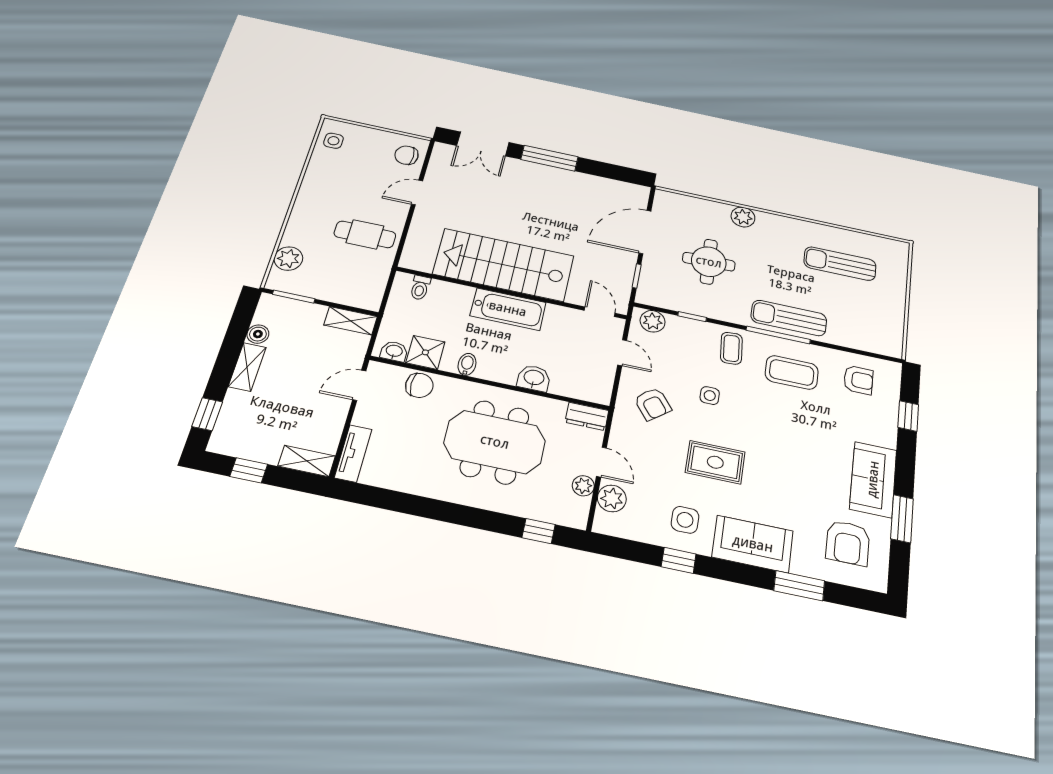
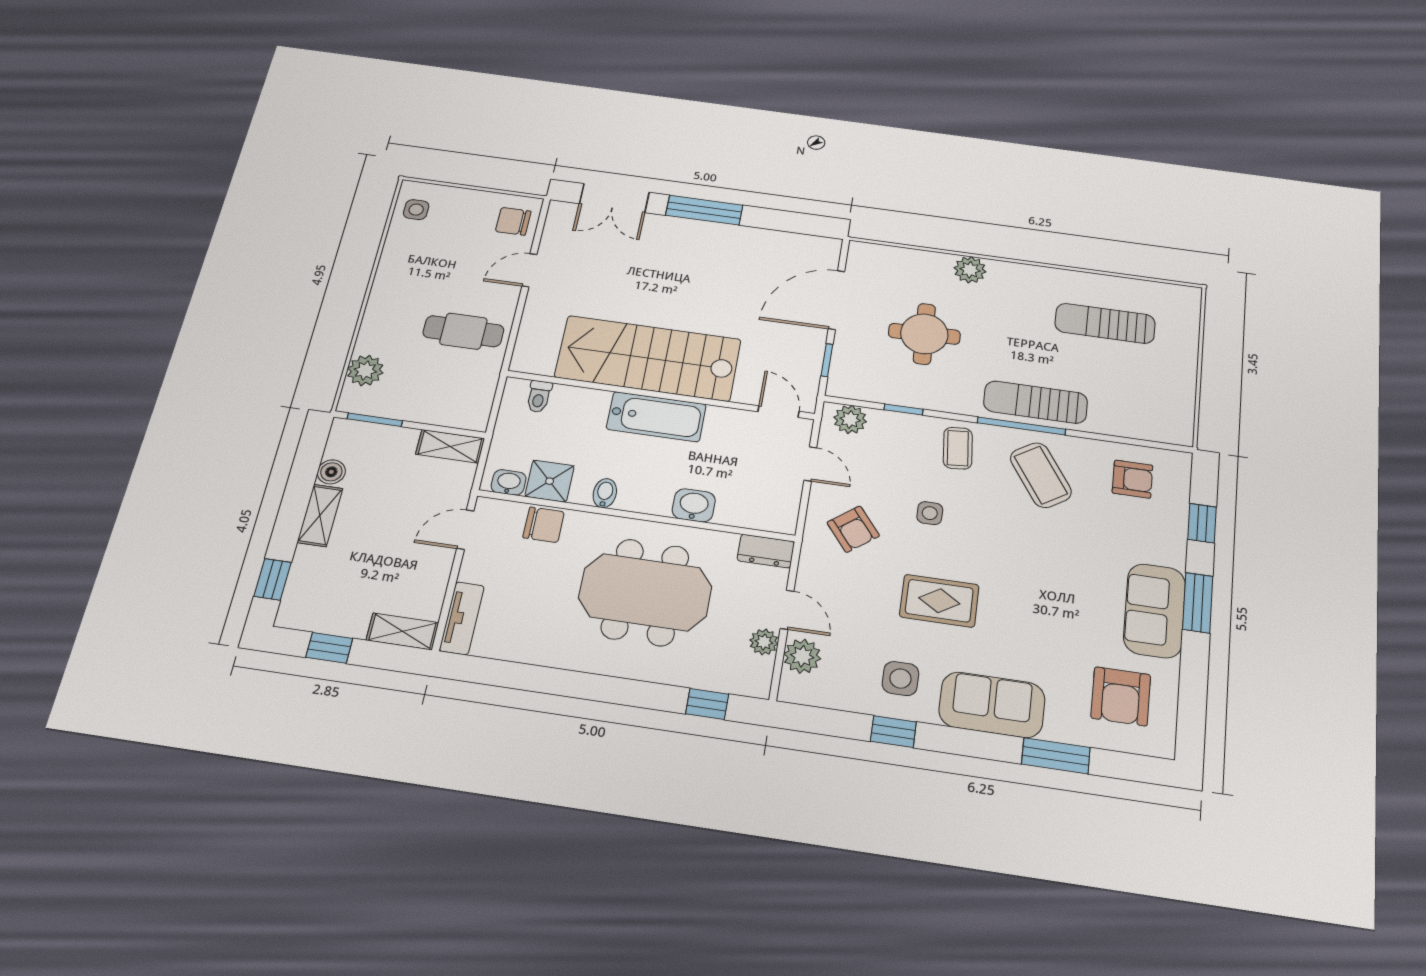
coffee table: (792, 372) -> (1041, 475), turned 57
window: (902, 519) -> (1198, 603), moved

